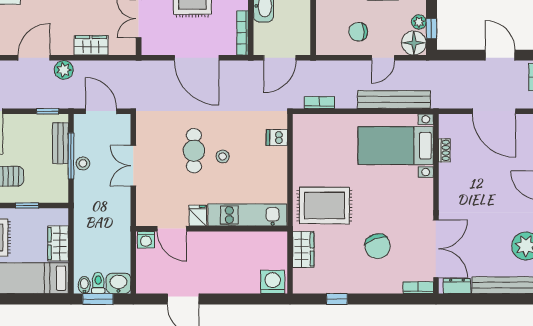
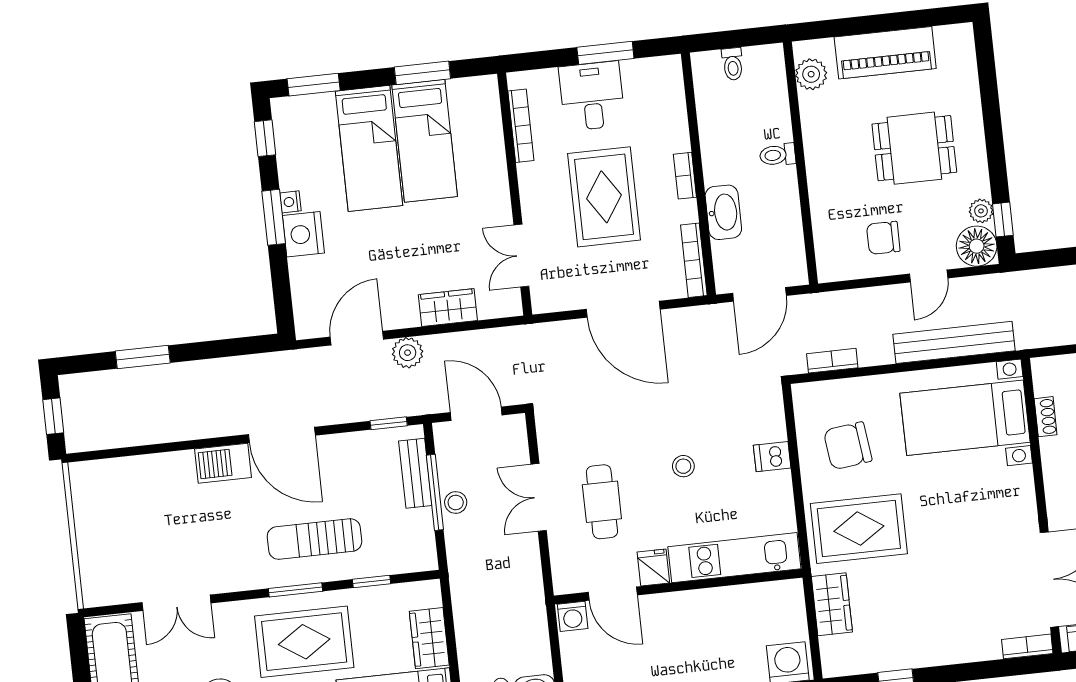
dishwasher: (277, 137) -> (772, 457), moved
cafe table: (194, 151) -> (602, 502), moved
chair: (378, 246) -> (848, 446), moved, turned 101

